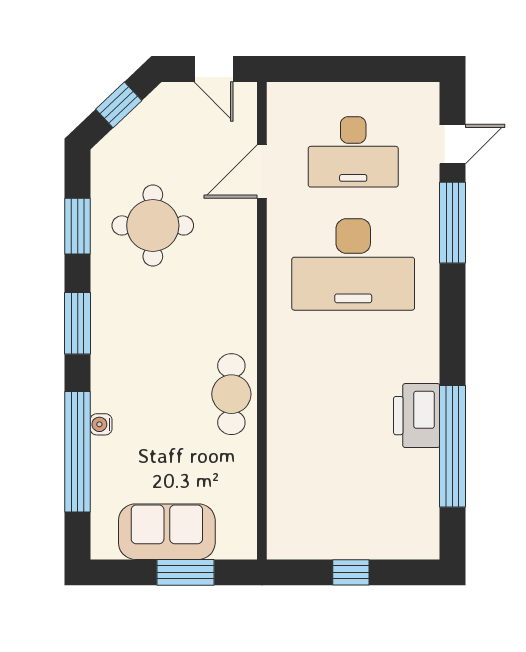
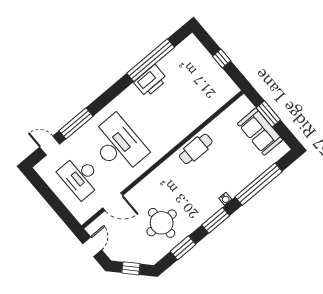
desk: (353, 152) -> (80, 177), turned 180
water cooler: (101, 424) -> (225, 199), moved

